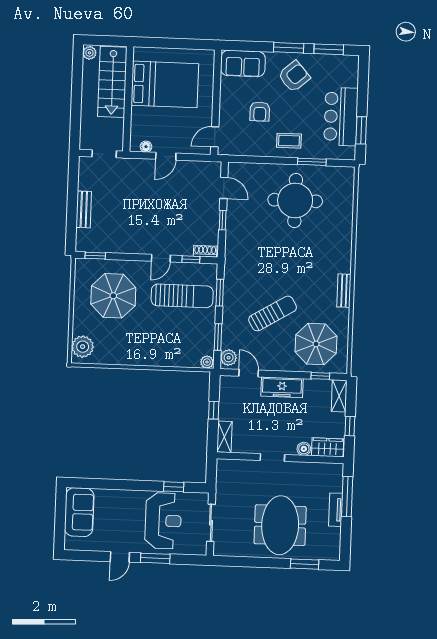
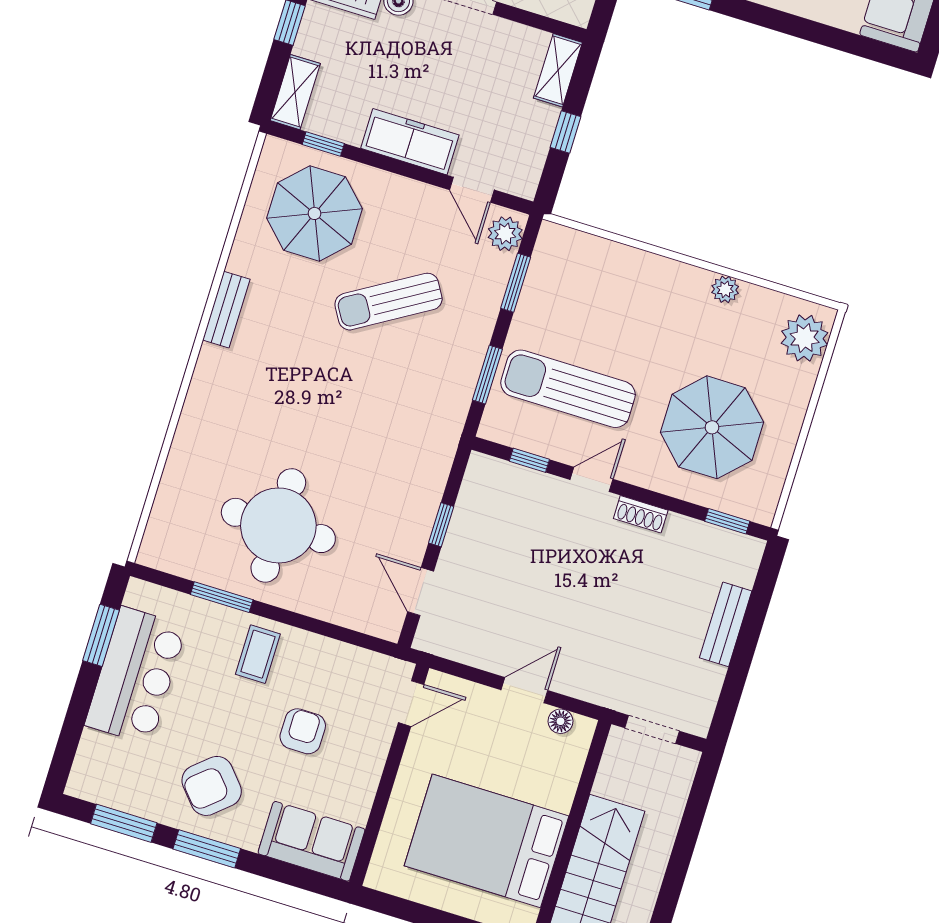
coffee table: (289, 141) -> (258, 654), turned 90
shoe rack: (205, 251) -> (641, 514), moved
plant: (207, 362) -> (725, 289), moved

